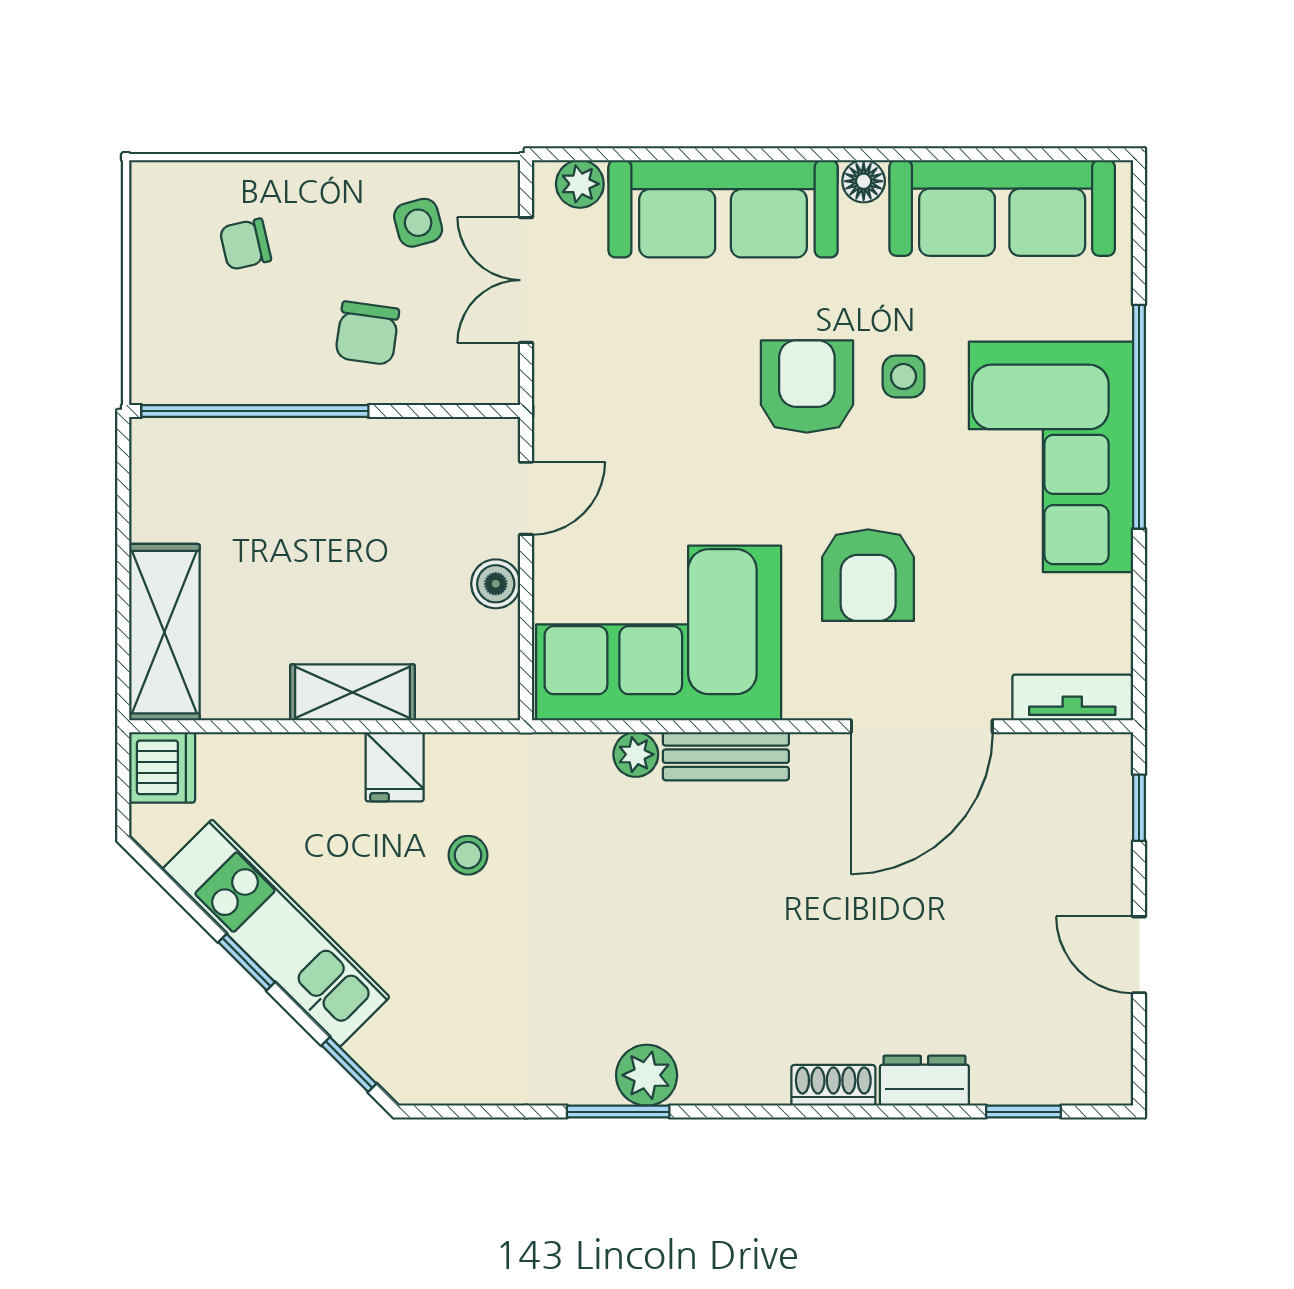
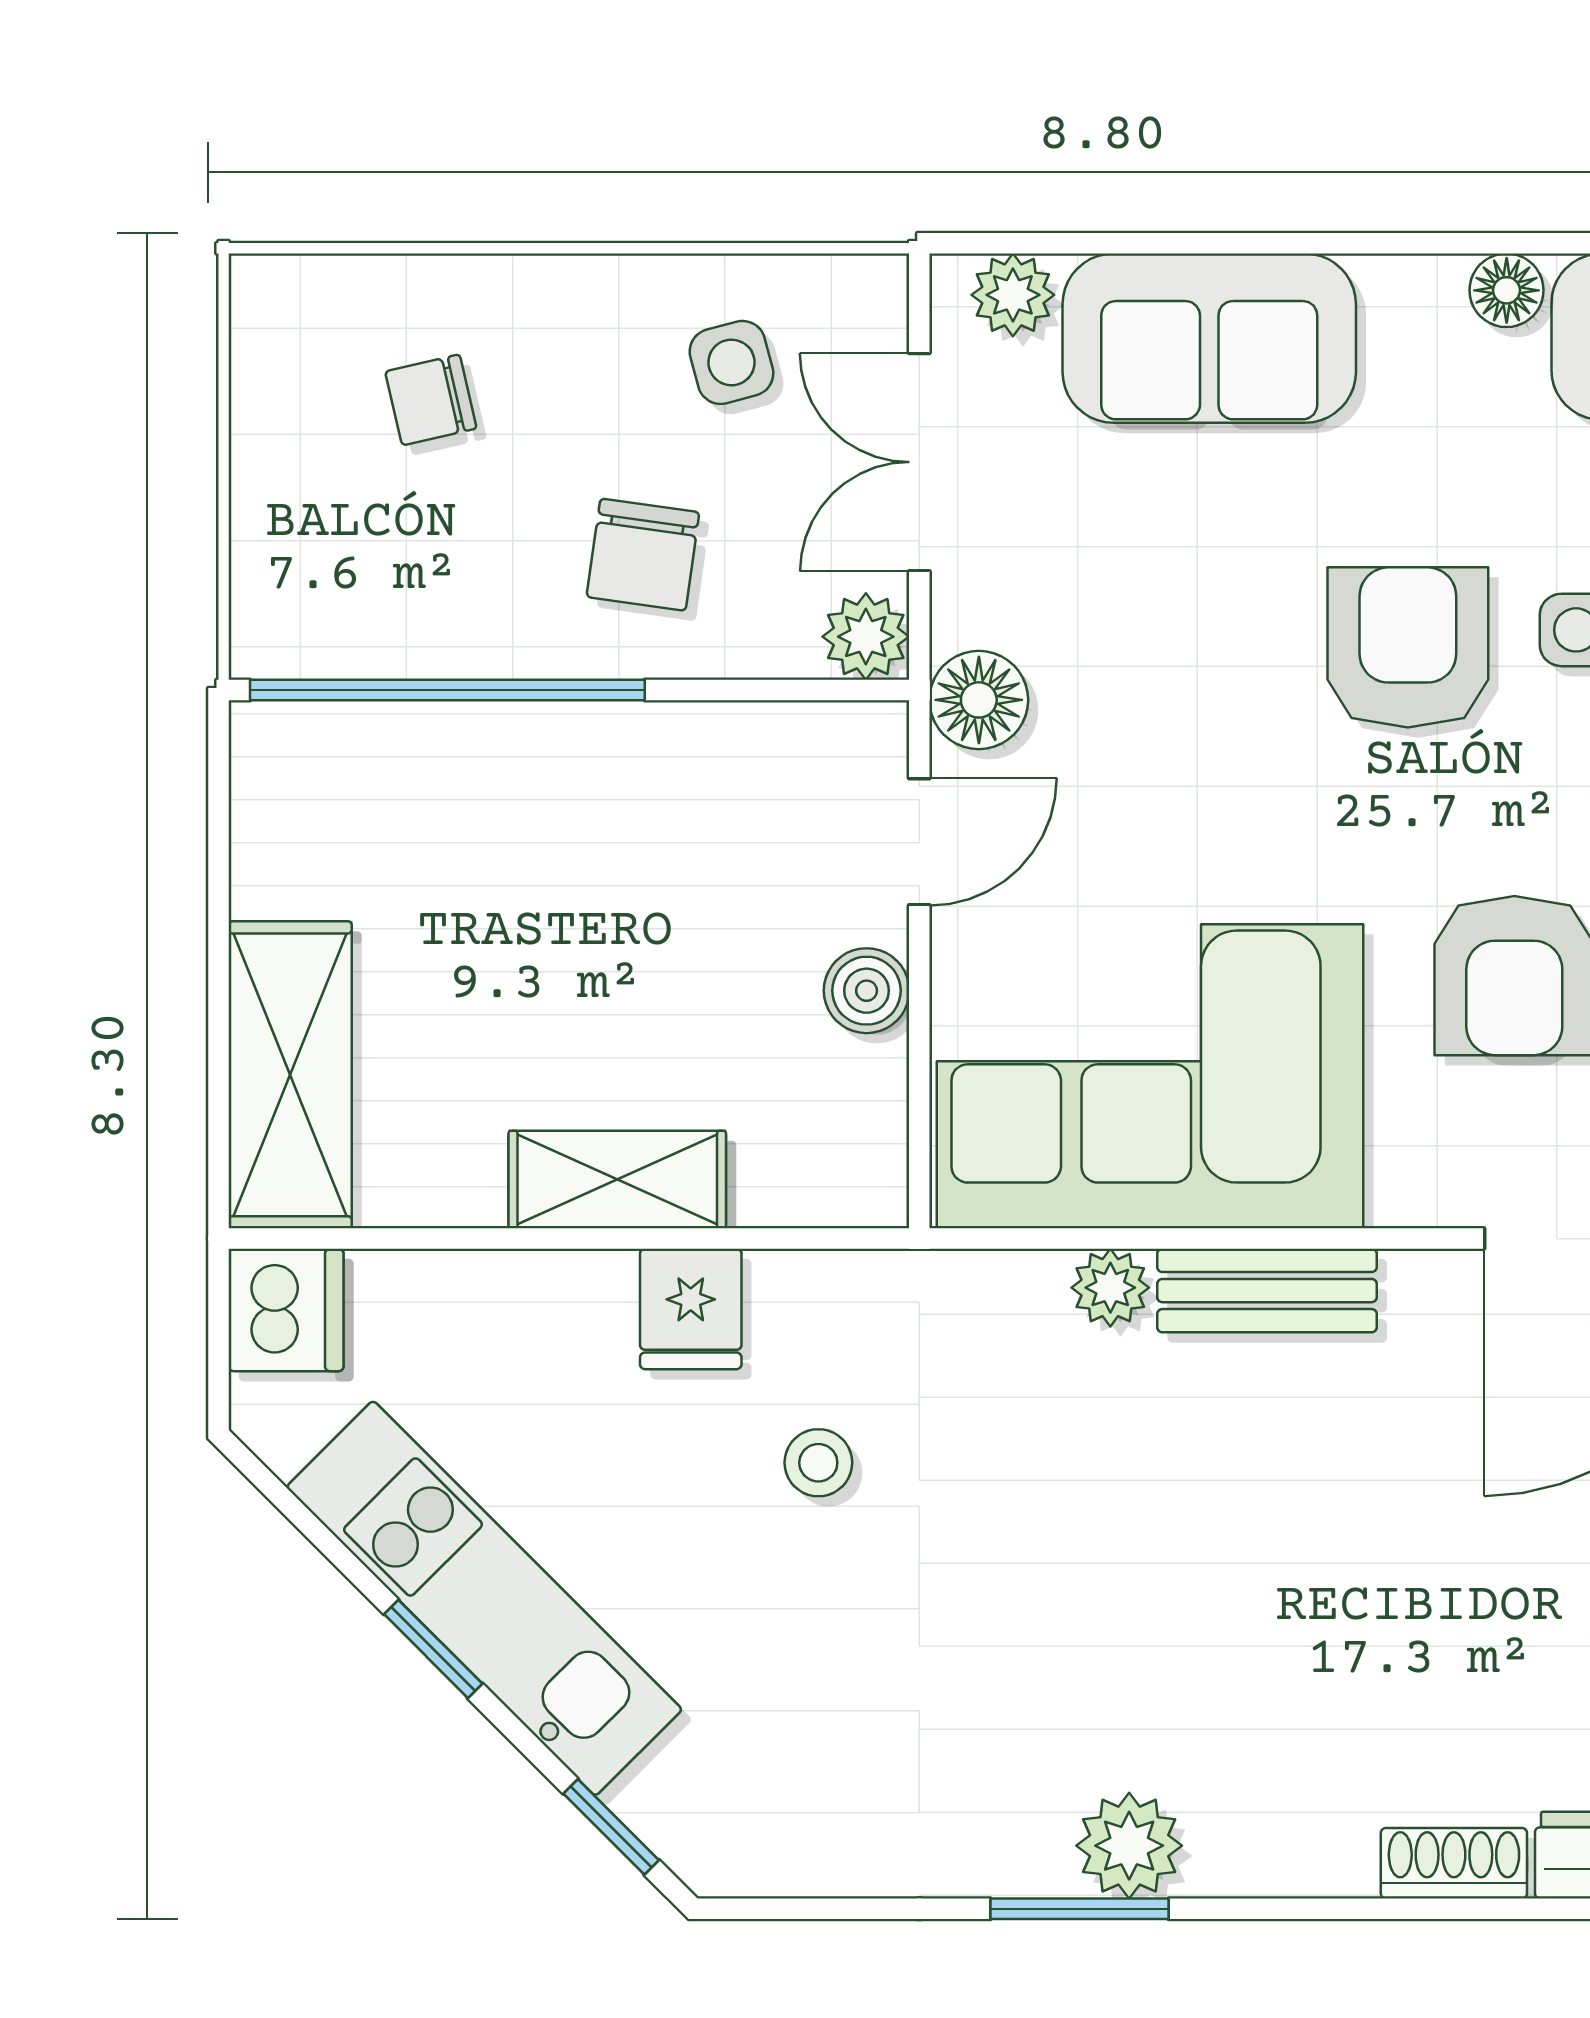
sofa: (723, 209) -> (1209, 338), width x0.73
plant: (495, 380) -> (866, 637), added
floor lamp: (560, 417) -> (979, 700), added

